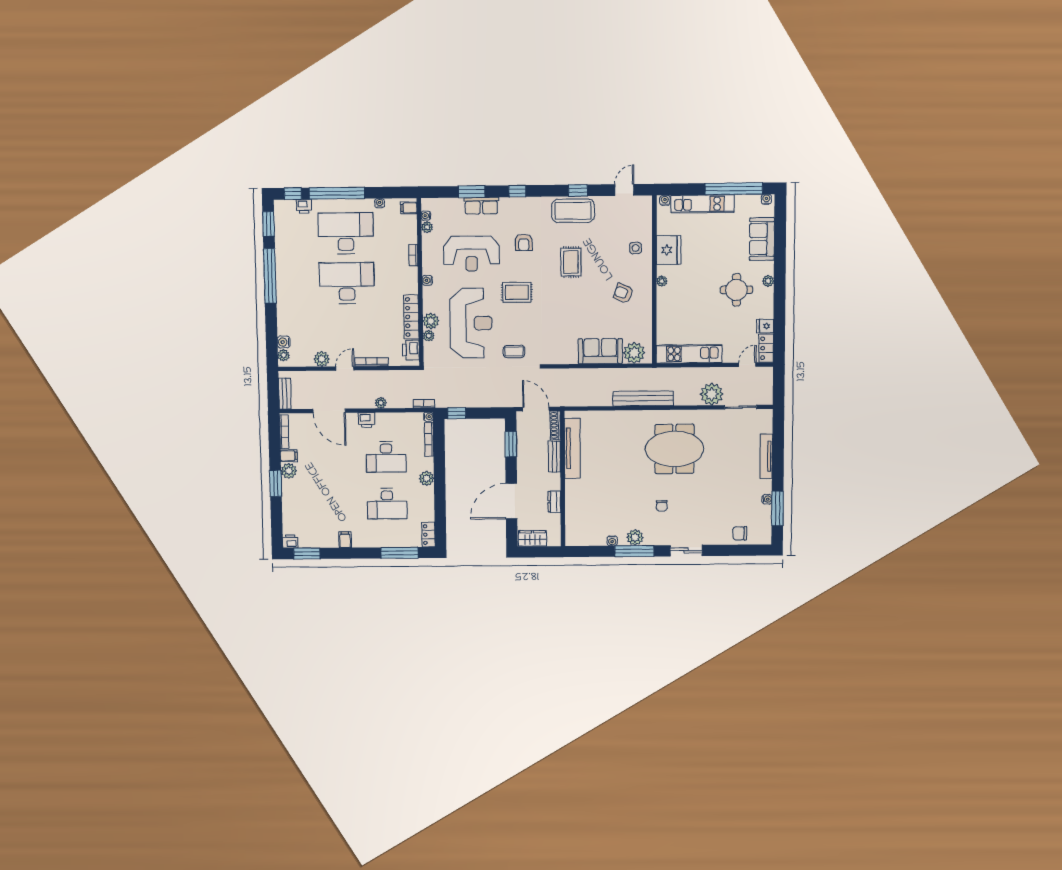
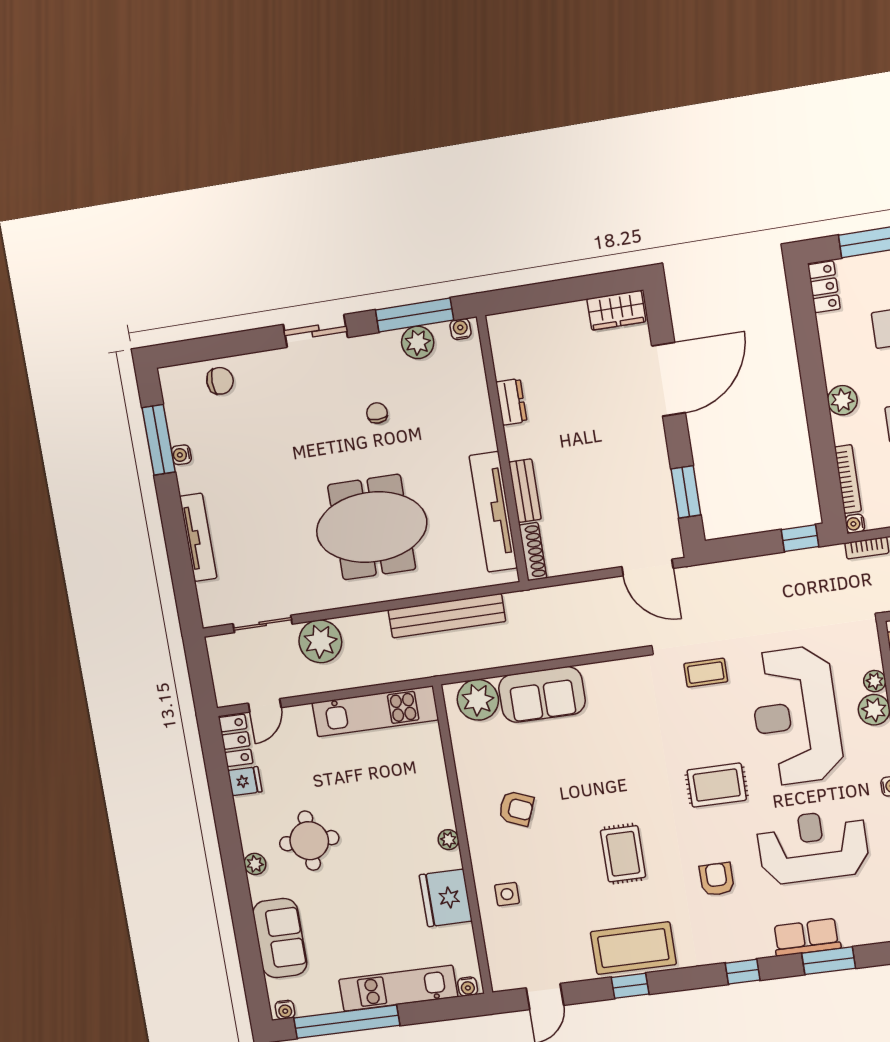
shoe rack: (555, 425) -> (533, 552), moved
tv unit: (572, 448) -> (493, 512), moved
bench: (554, 457) -> (525, 491), moved
wall: (563, 479) -> (502, 449), moved
dresser: (554, 502) -> (511, 402), moved

